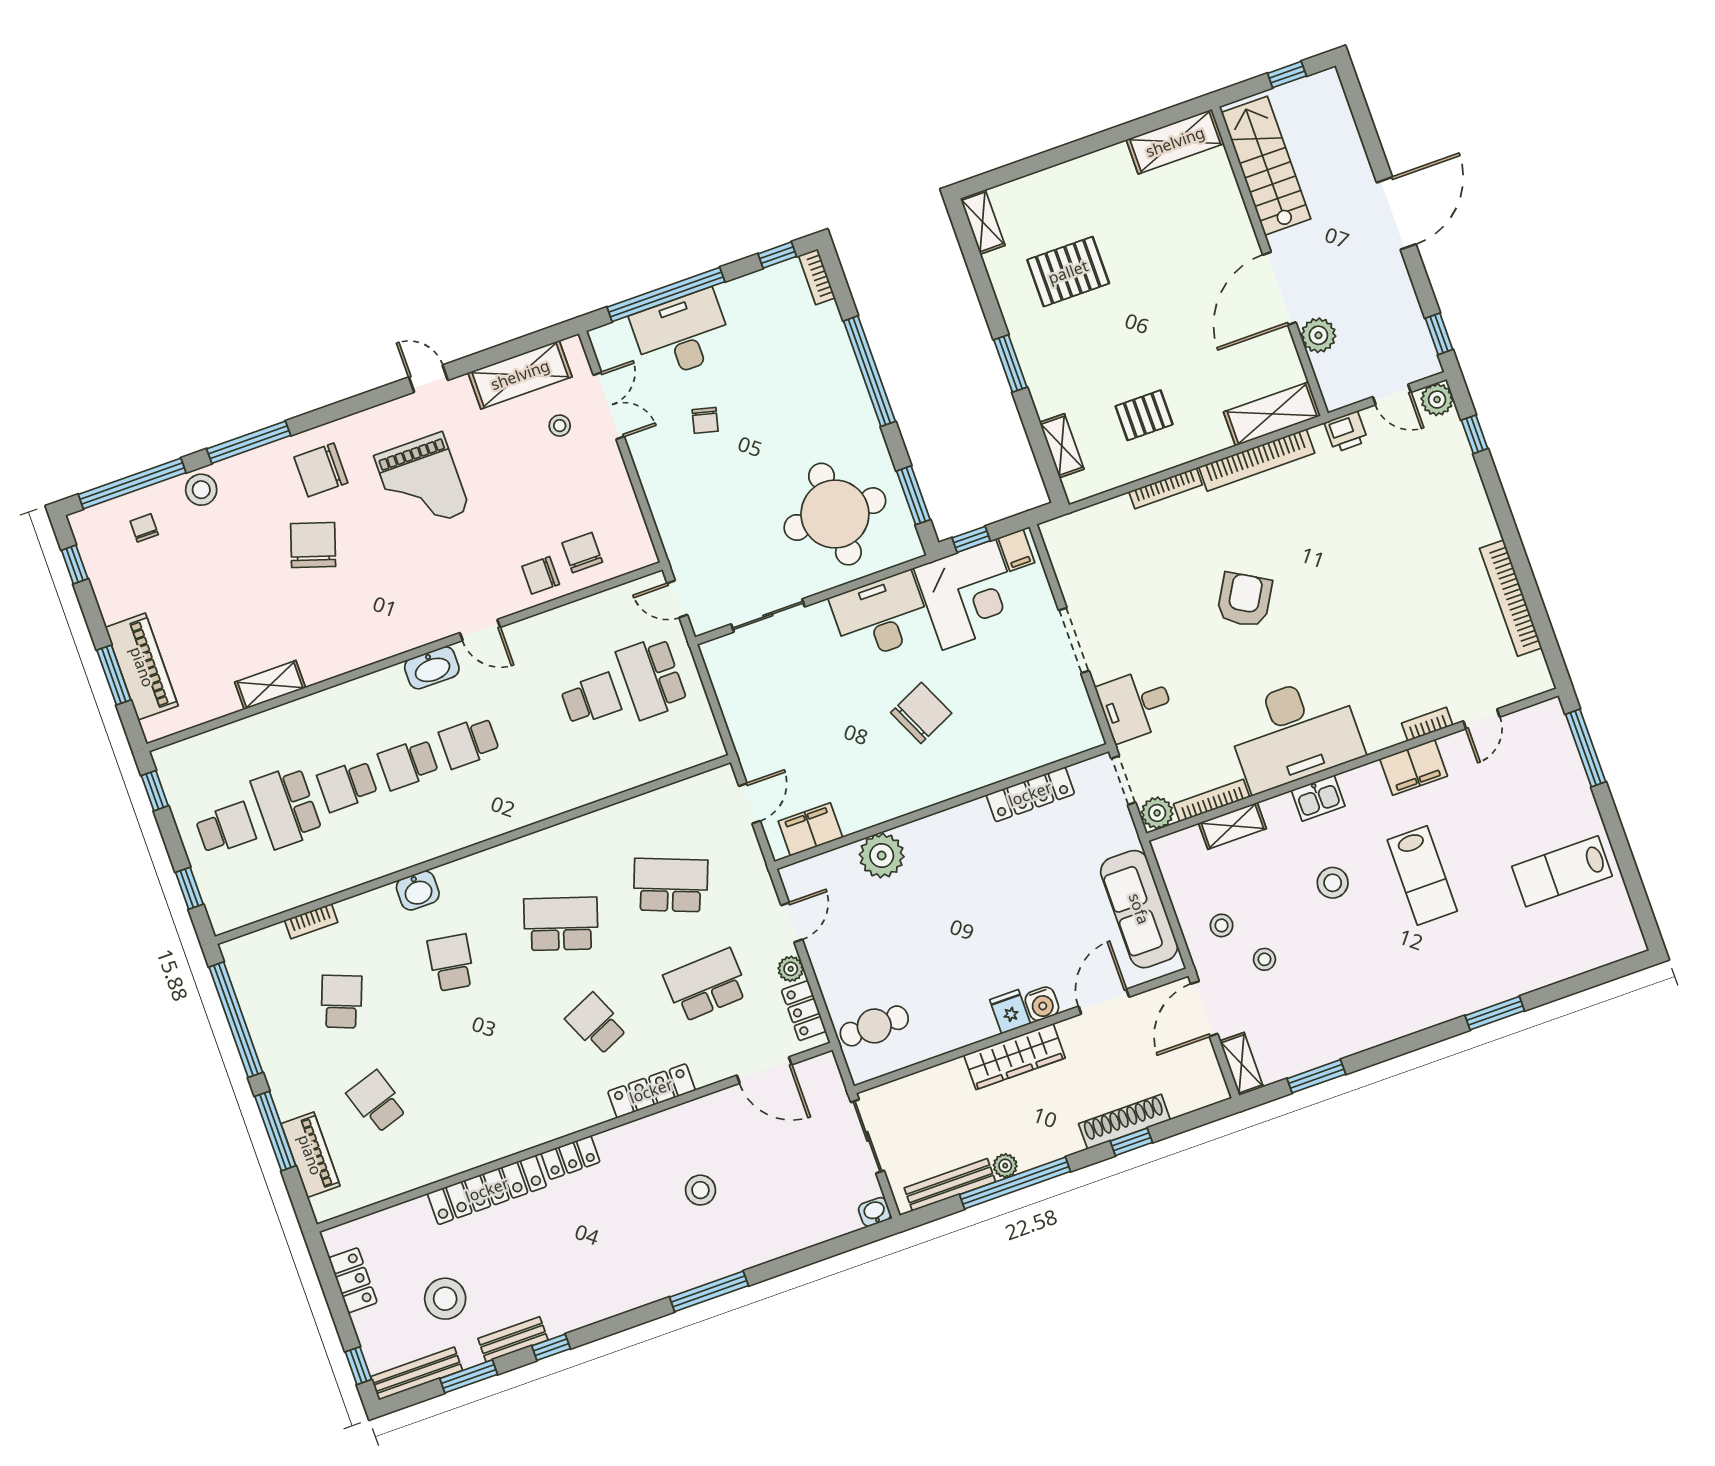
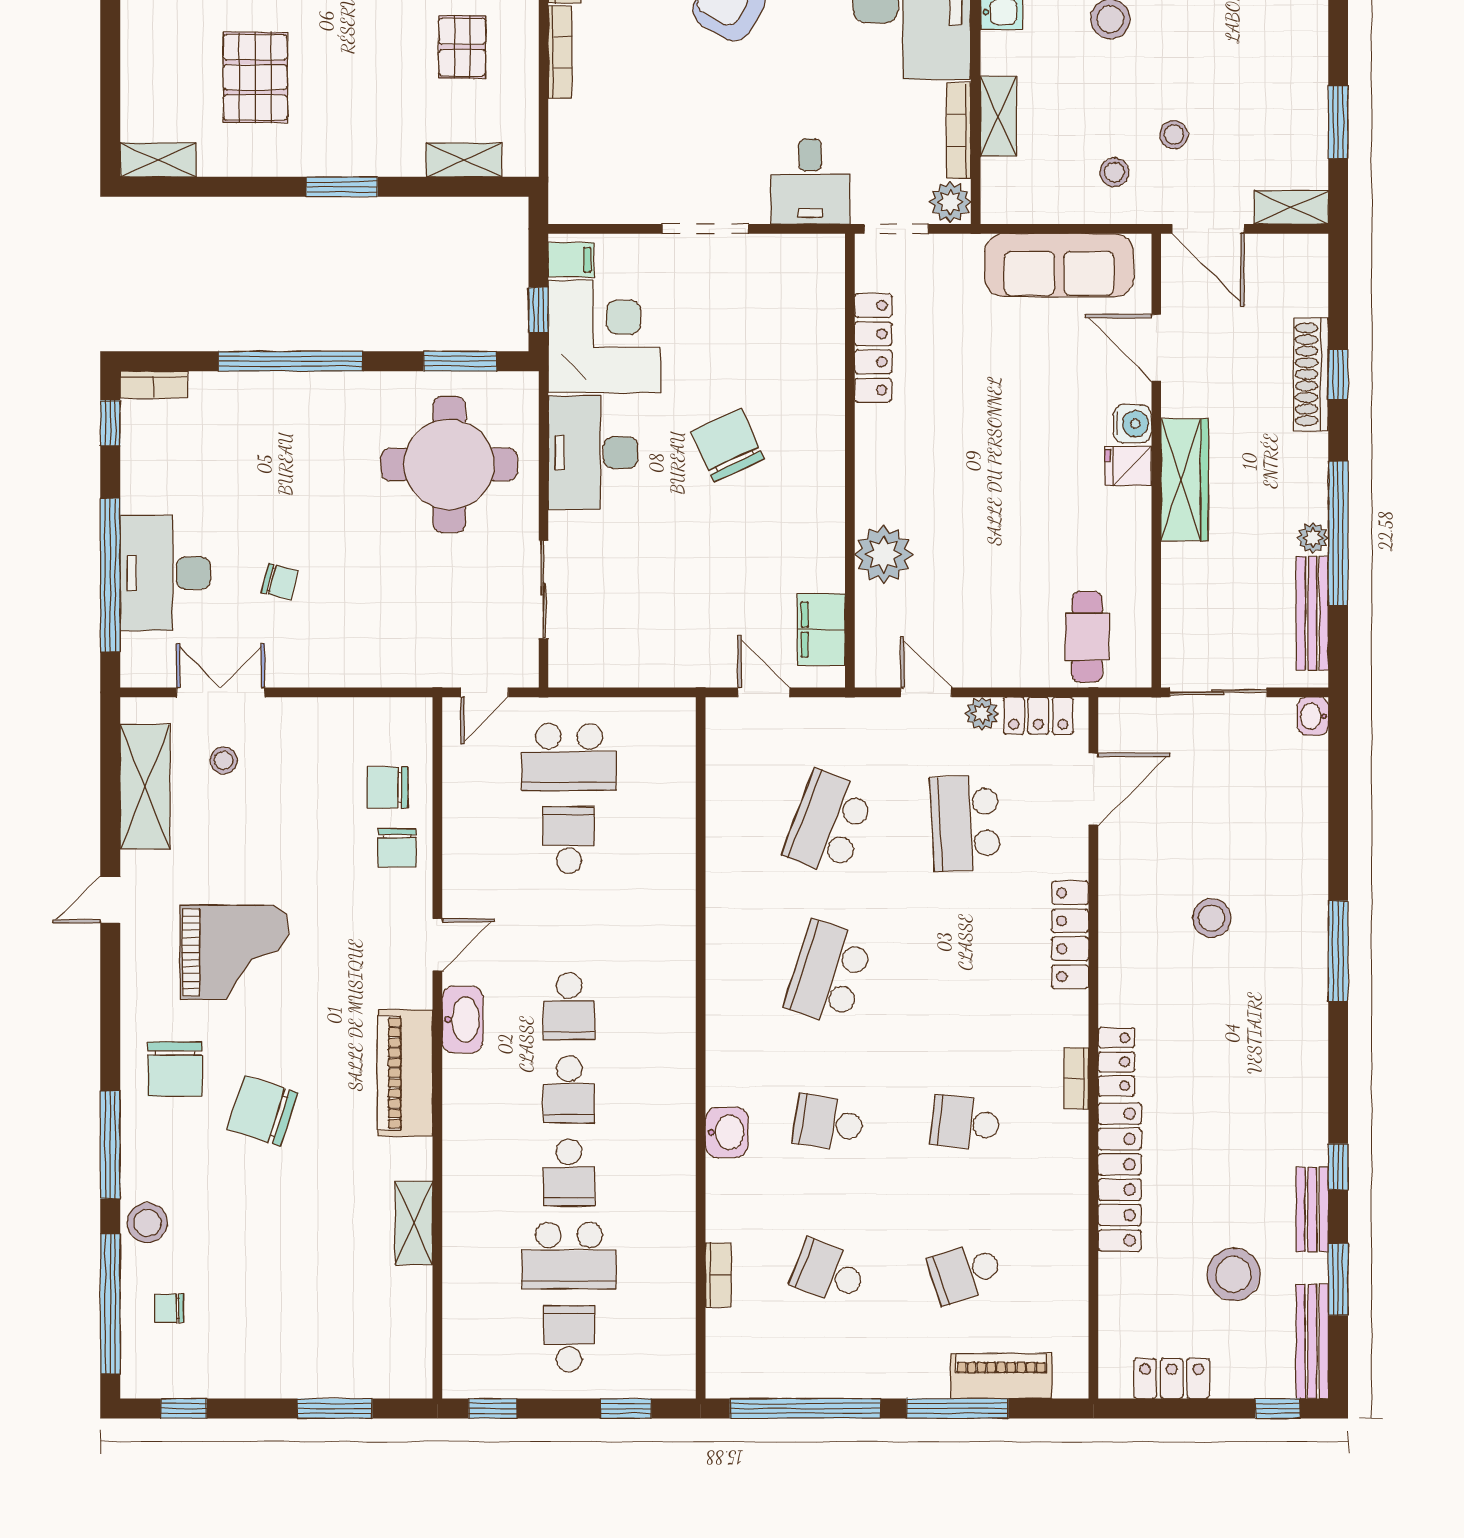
piano: (142, 667) -> (405, 1073), moved, turned -90
school desk: (596, 1024) -> (965, 1123), moved, turned 30
bookcase: (548, 1133) -> (1076, 1078), added

